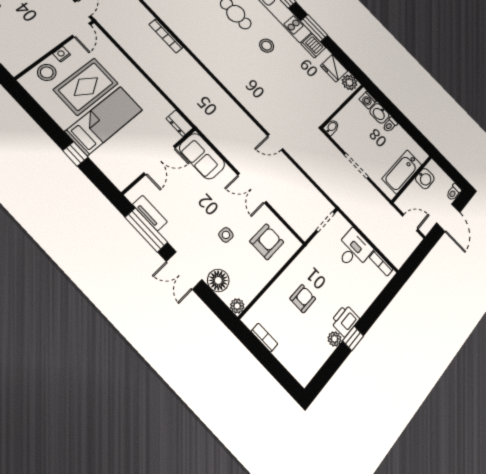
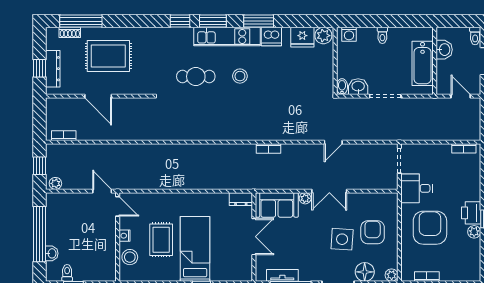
bookcase: (166, 36) -> (268, 148), moved, width x0.64
rug: (86, 87) -> (161, 240), width x0.73, depth x0.70
washbasin: (379, 113) -> (358, 87), moved, turned 180
door: (275, 142) -> (333, 142), moved
plant: (228, 174) -> (305, 198), added
door: (410, 223) -> (461, 96), hinge flipped
side table: (226, 235) -> (342, 239), width x1.87, depth x1.87
armchair: (267, 242) -> (373, 232), moved
desk: (354, 250) -> (417, 188), moved, turned -90
armchair: (303, 299) -> (430, 228), width x1.88, depth x1.88

